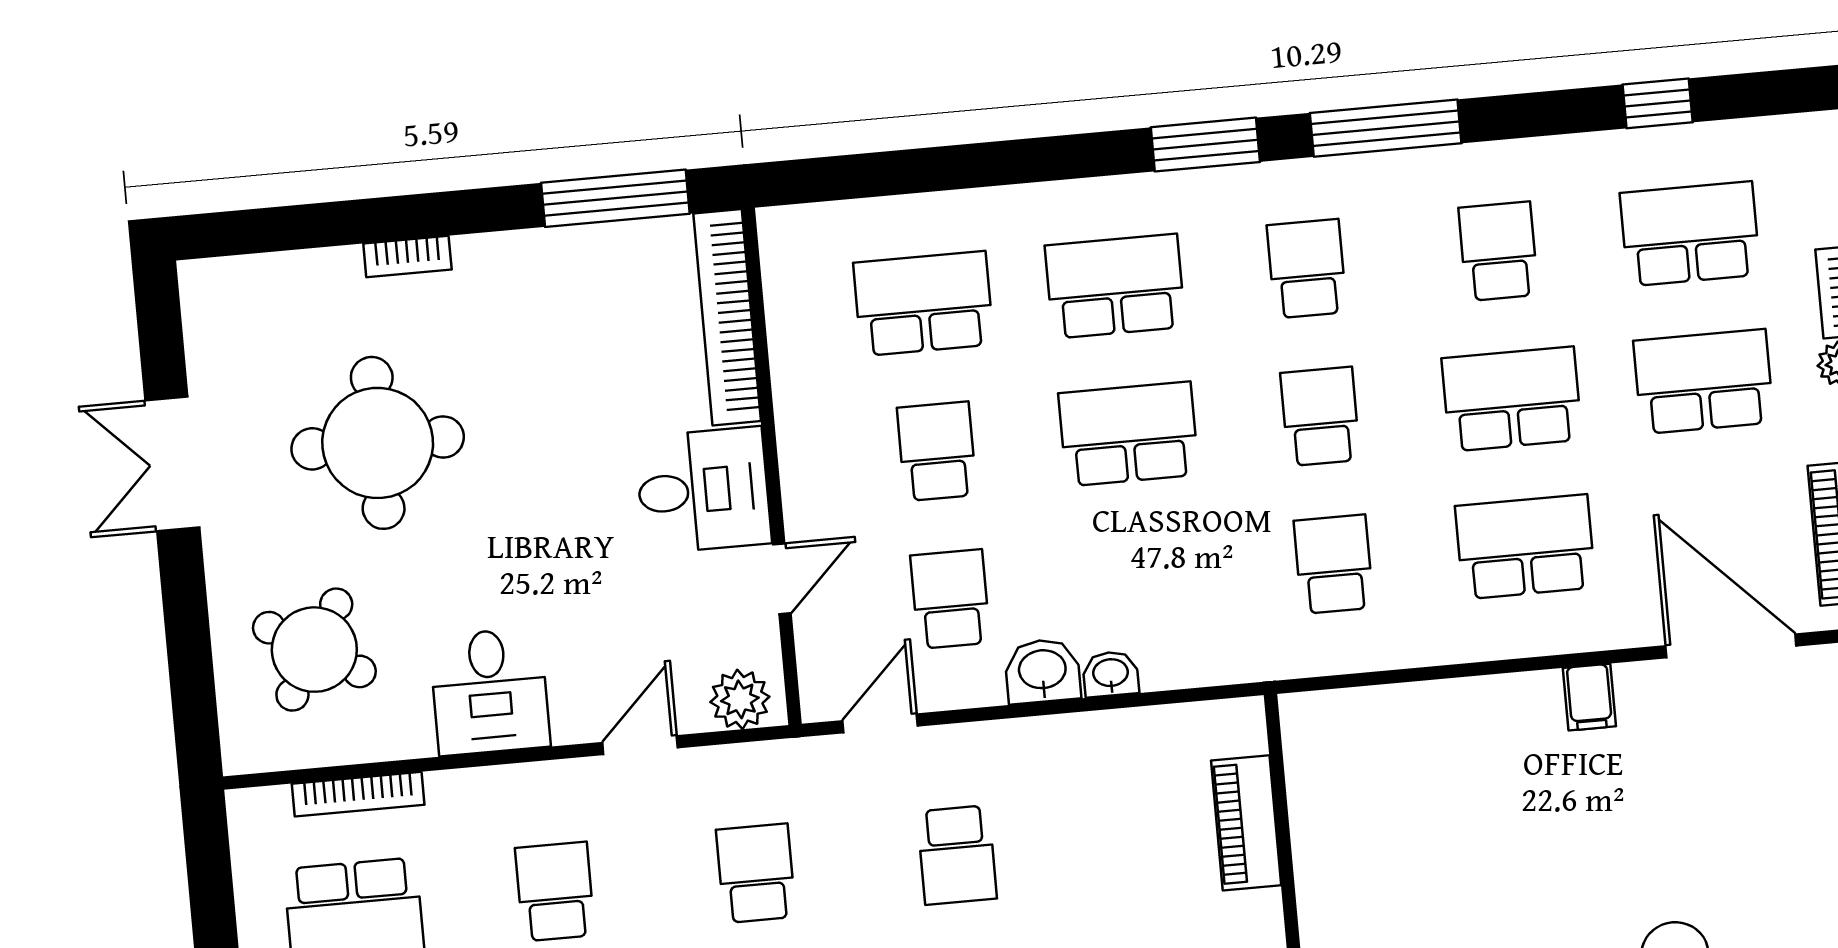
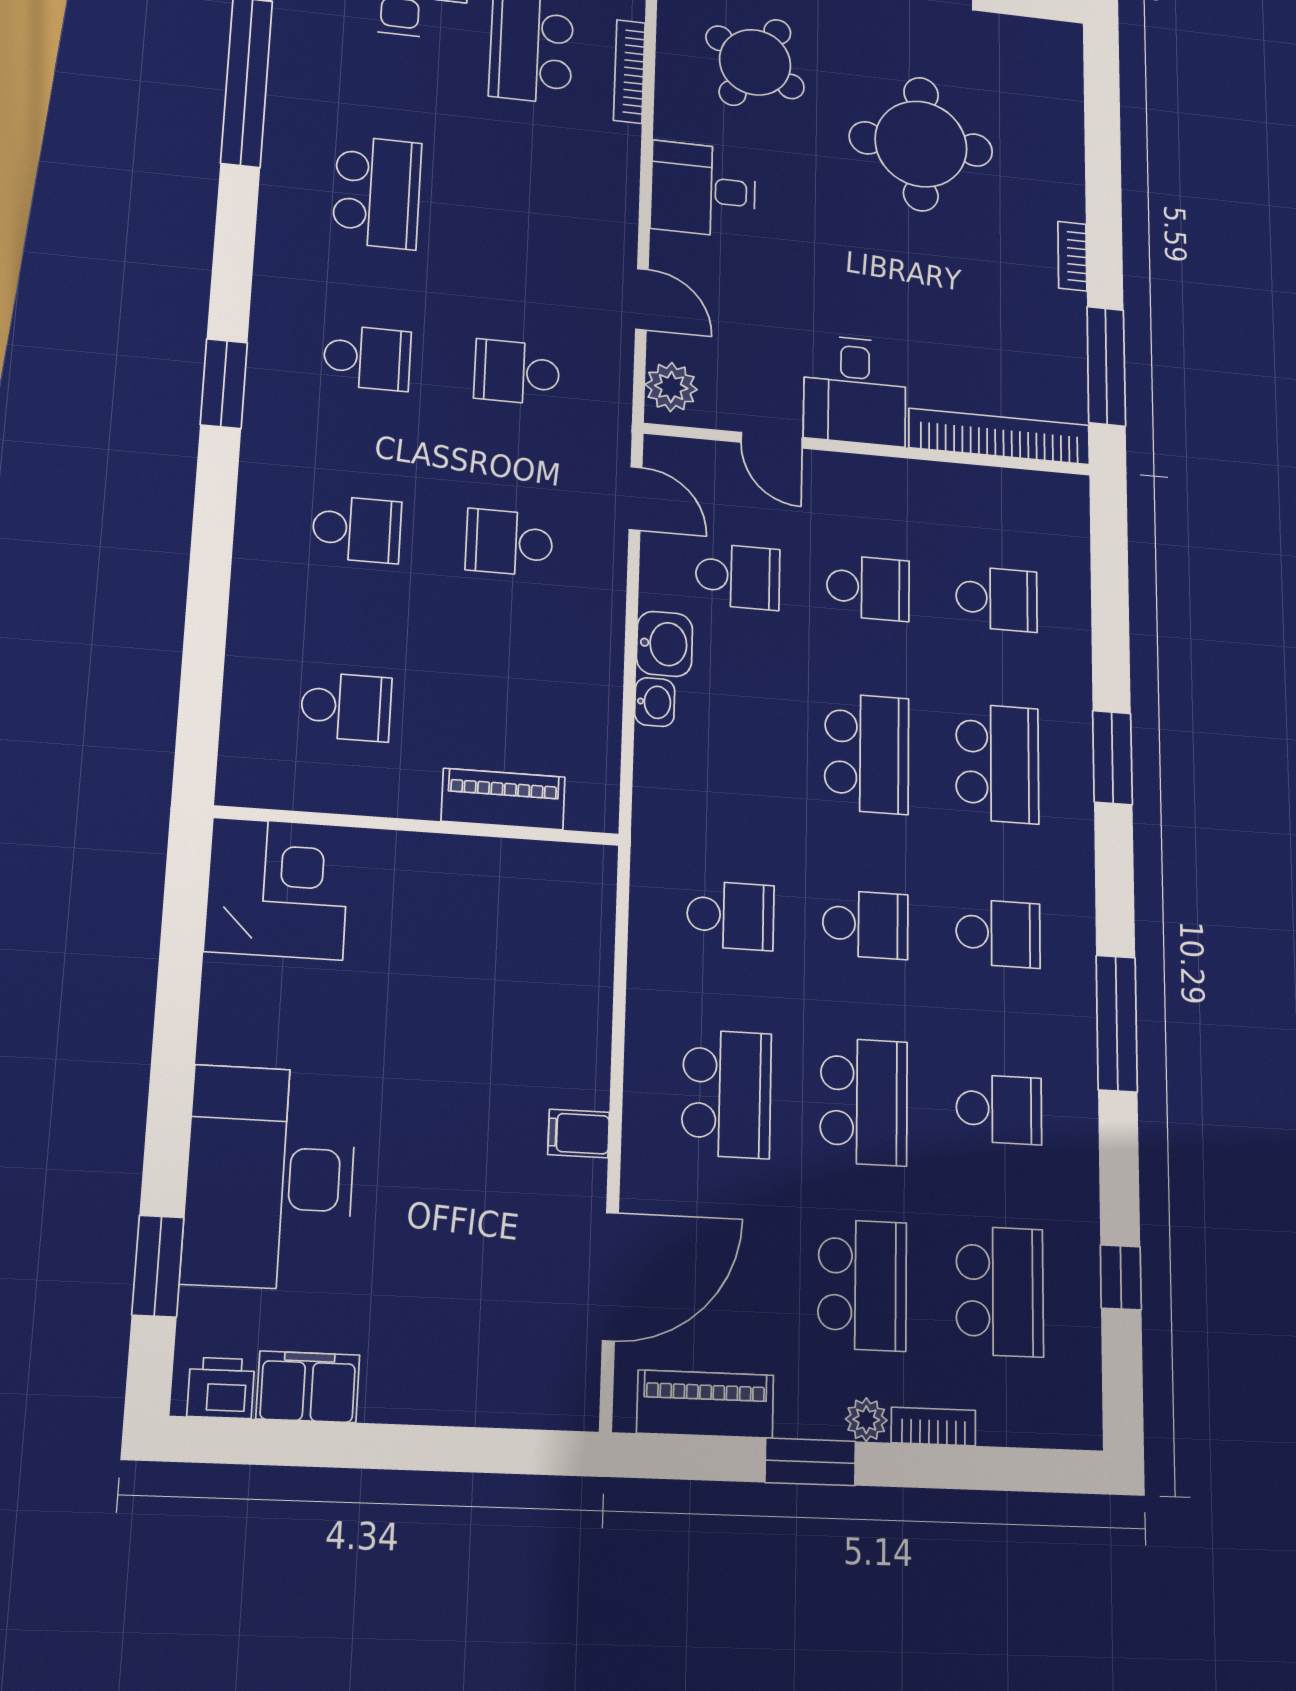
window: (1205, 145) -> (1112, 758), moved
bookcase: (407, 257) -> (1072, 256), moved
school desk: (923, 304) -> (997, 599), width x0.54
school desk: (756, 873) -> (517, 372), turned 180
school desk: (555, 892) -> (524, 208), removed

